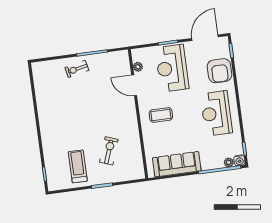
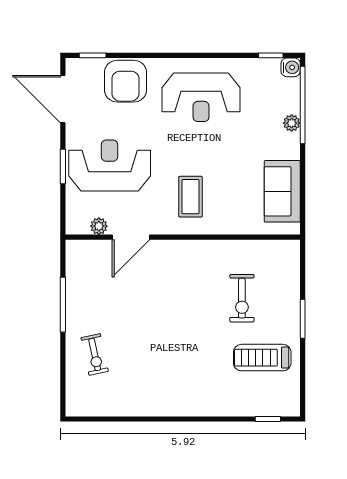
reception desk: (172, 68) -> (110, 166), turned 180
exercise bike: (77, 69) -> (95, 355), moved
armchair: (220, 71) -> (125, 81), turned 90
exercise bike: (109, 151) -> (242, 298), turned -110
plant: (229, 162) -> (292, 123), moved
sofa: (177, 164) -> (282, 191), width x0.73

